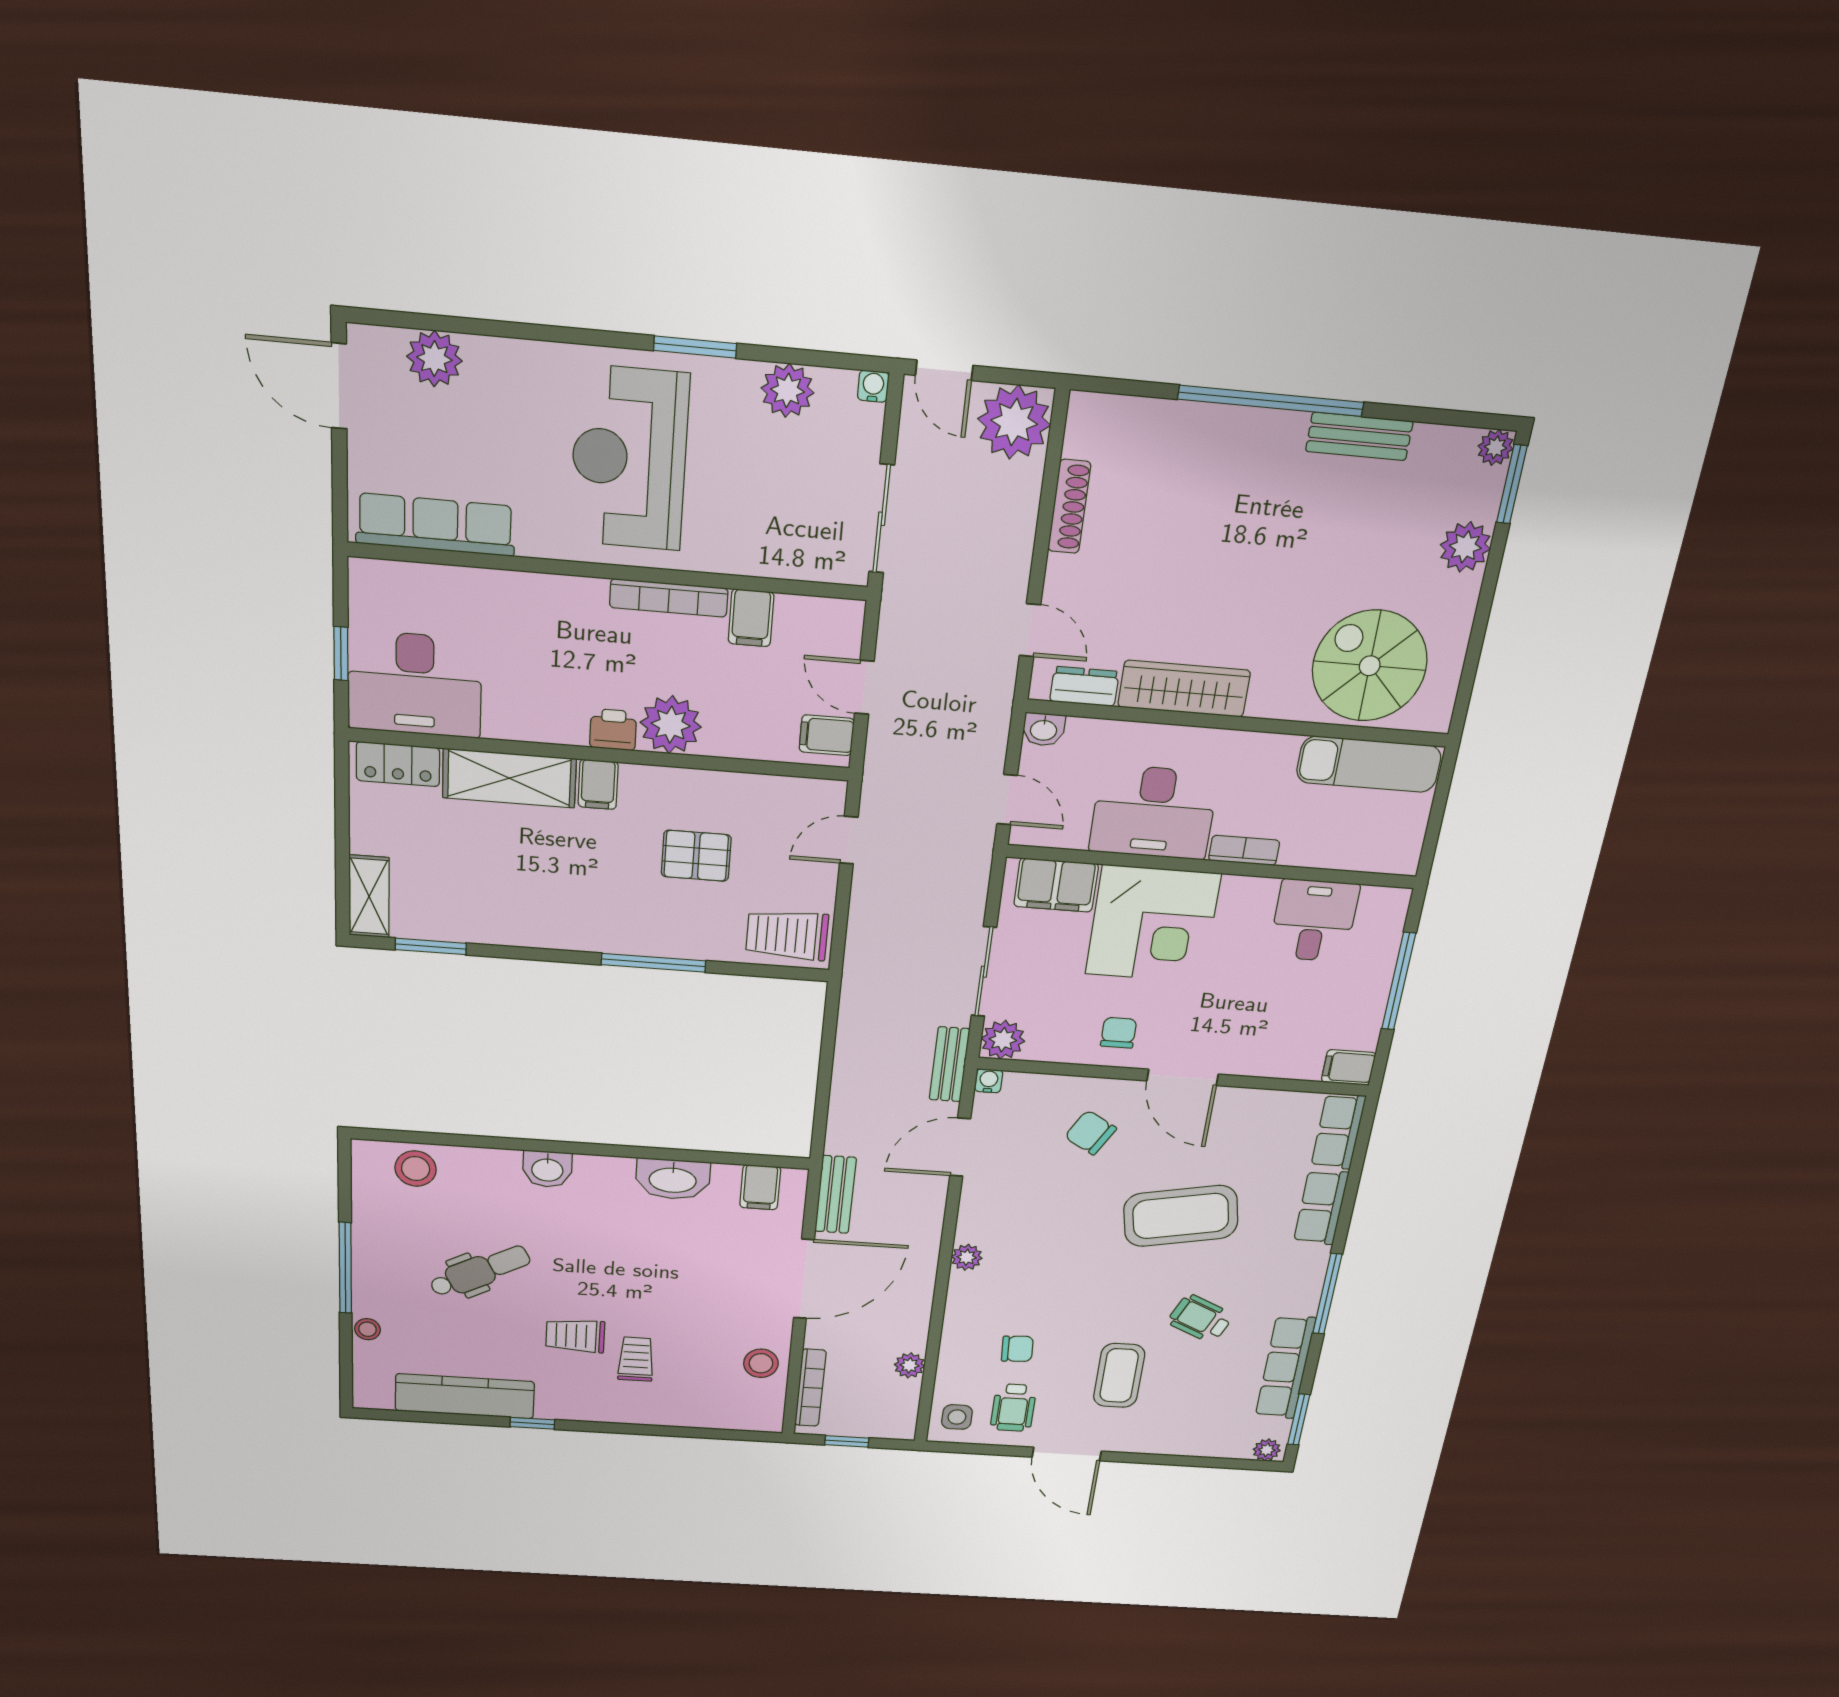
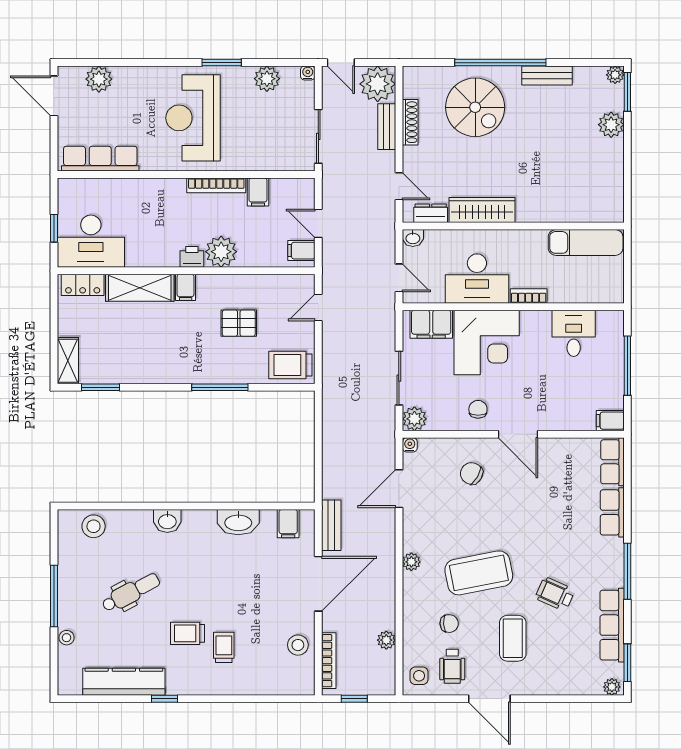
spiral stairs: (1370, 666) -> (475, 107), moved, turned 180
bench: (949, 1064) -> (387, 127), moved
coffee table: (1181, 1216) -> (479, 573), moved

